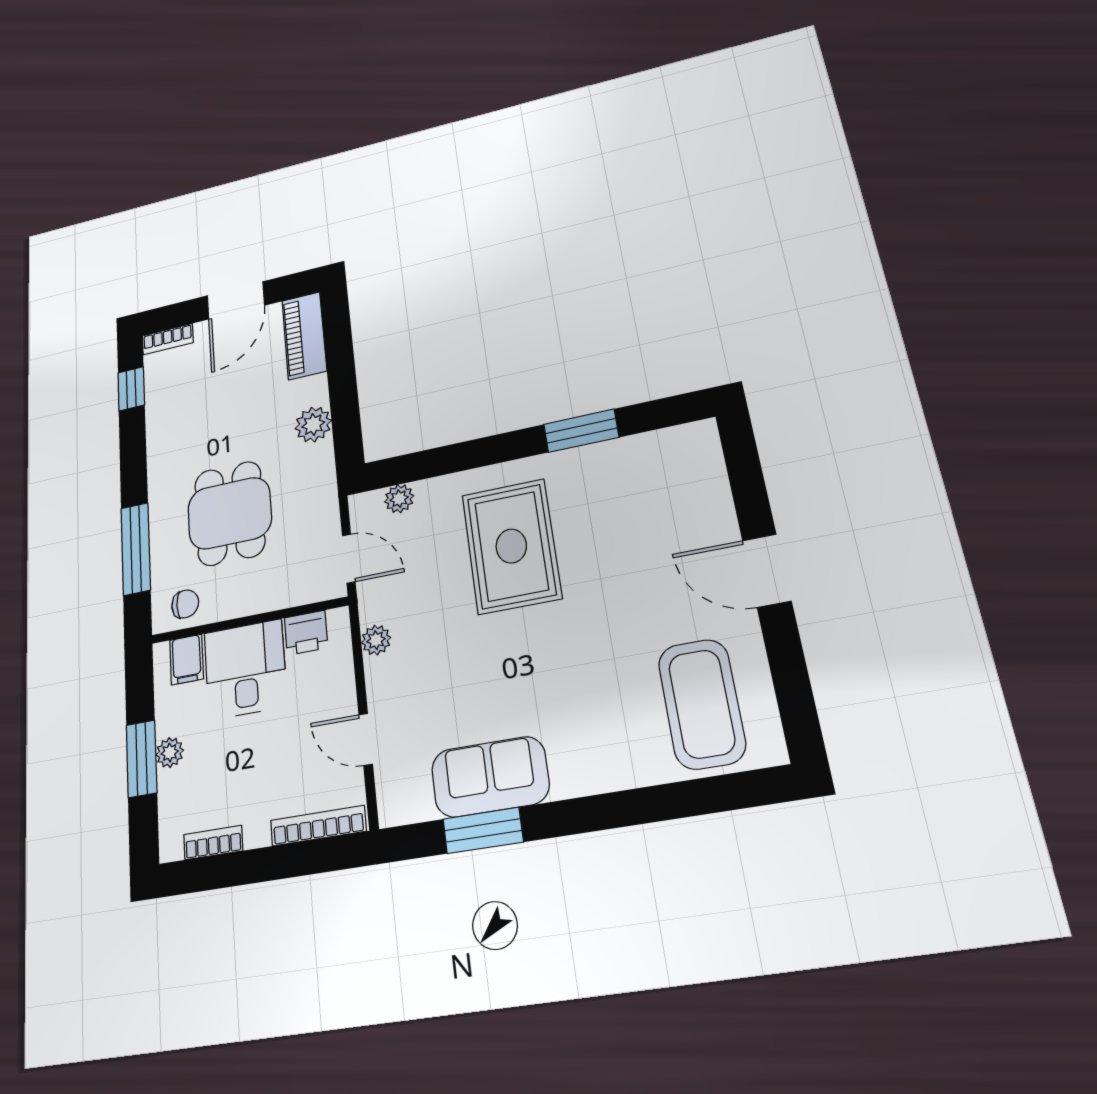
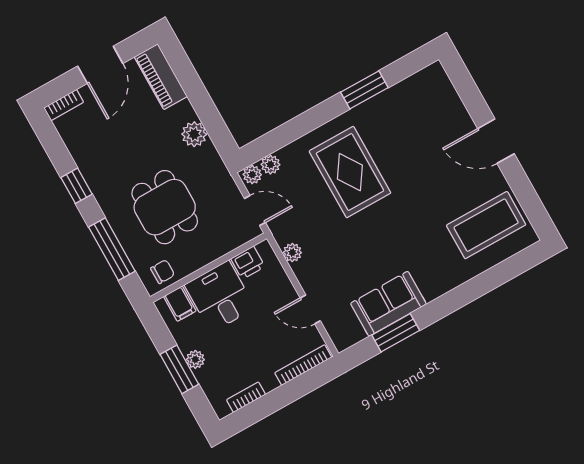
window: (131, 389) -> (76, 186), moved
plant: (367, 505) -> (252, 175), added
coffee table: (702, 704) -> (486, 225), turned 90

